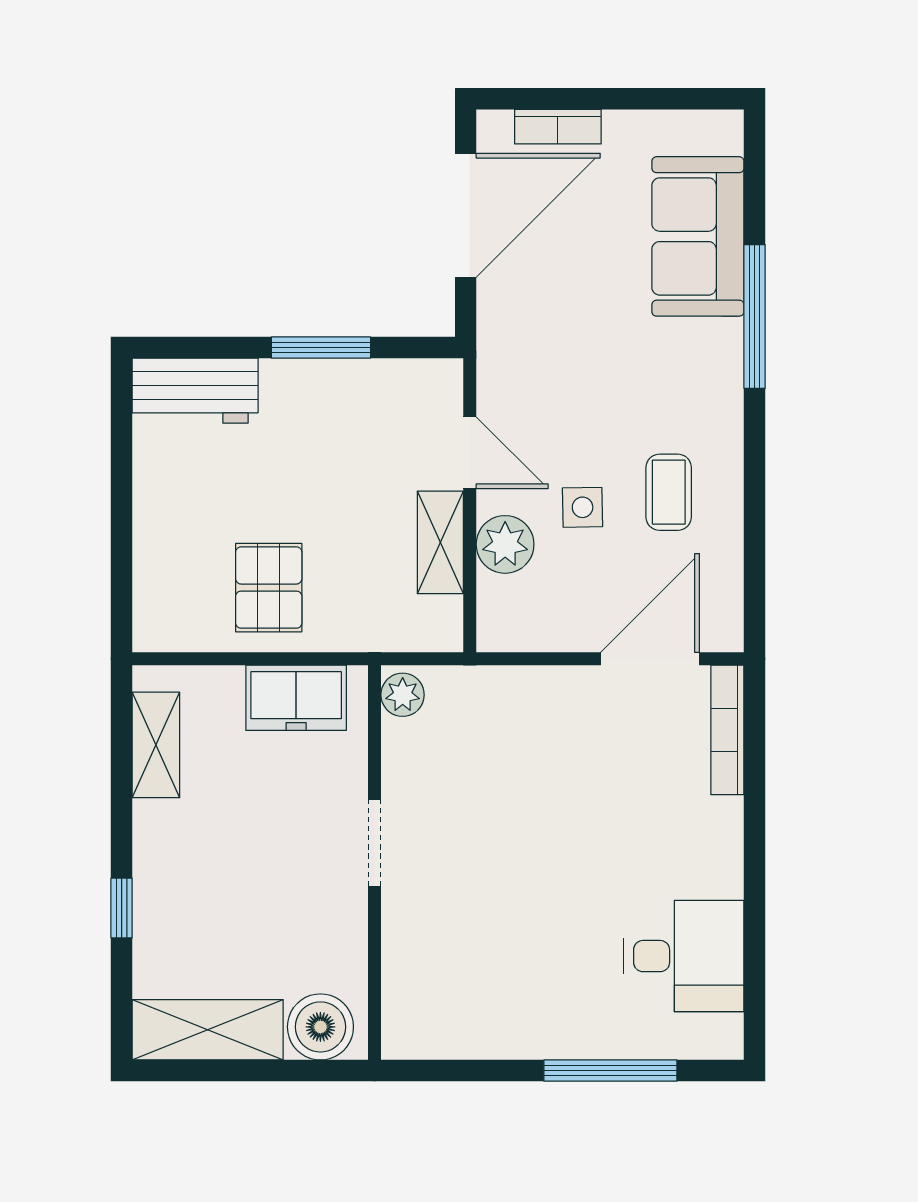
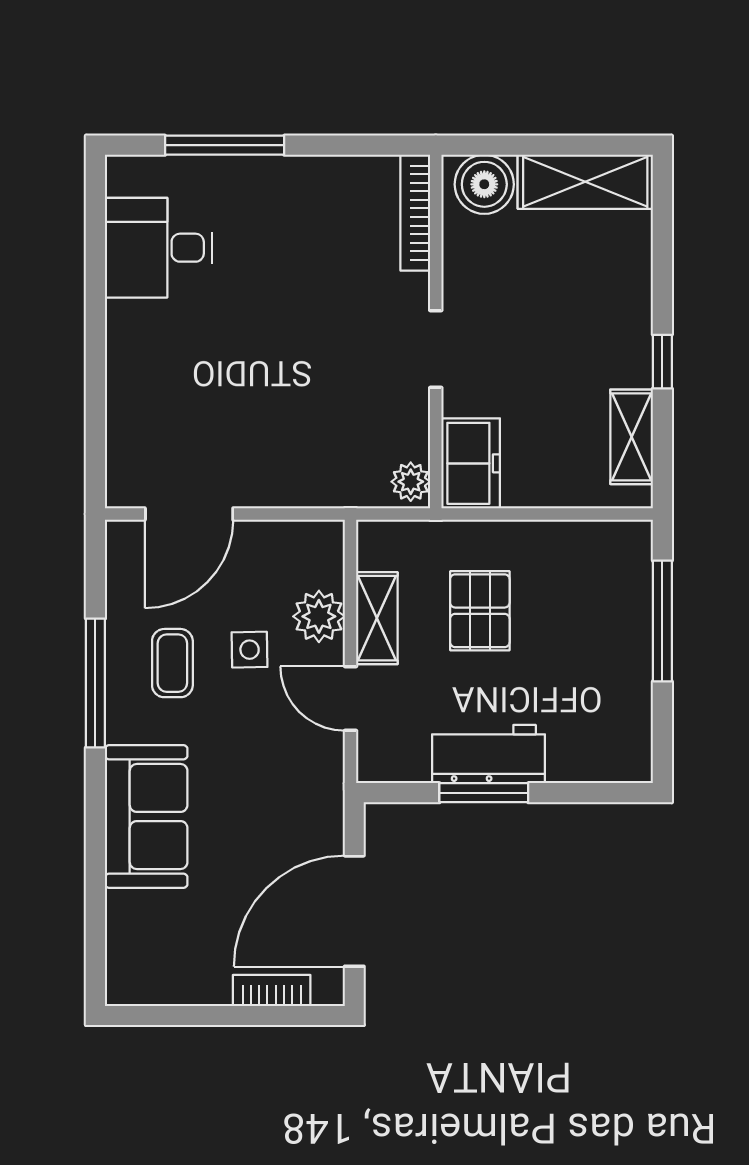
sofa: (698, 236) -> (146, 816), moved
window: (755, 316) -> (95, 683), moved
workbench: (195, 391) -> (488, 754), moved
window: (122, 539) -> (662, 621), added
pallet: (269, 588) -> (480, 611), moved
freezer: (296, 698) -> (471, 463), moved, turned 90
bookcase: (727, 730) -> (415, 213), moved, turned 180
window: (122, 908) -> (662, 362), moved

